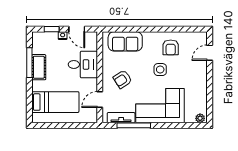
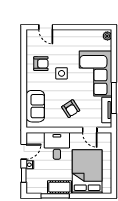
bed: (55, 102) -> (87, 172), width x1.50

